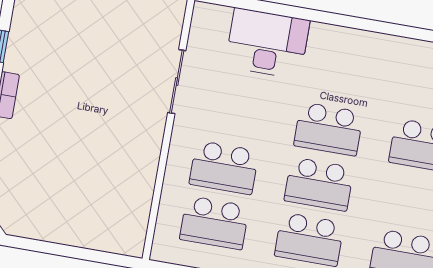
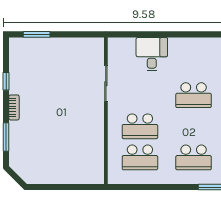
desk: (267, 43) -> (152, 54), width x0.73
school desk: (319, 184) -> (194, 126), removed

